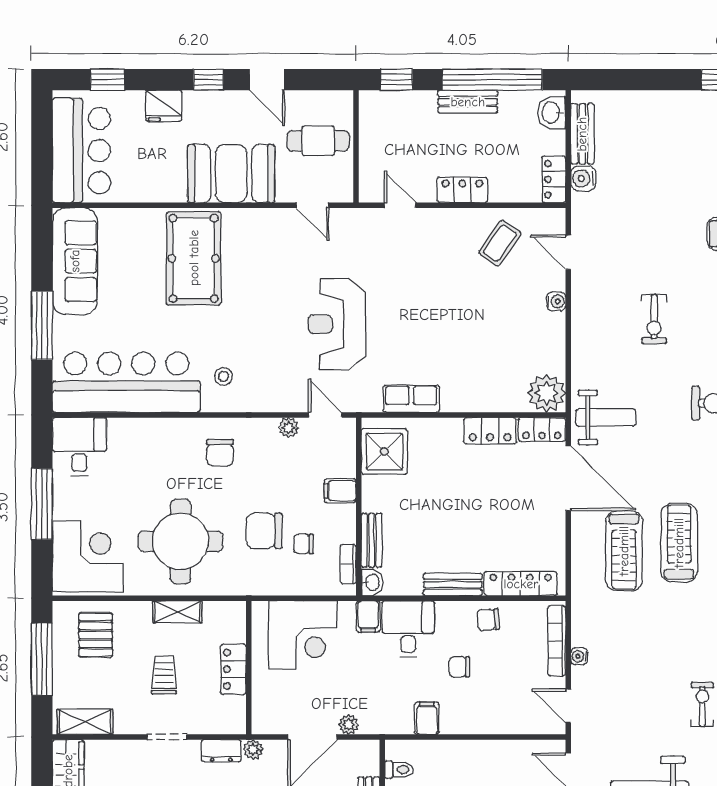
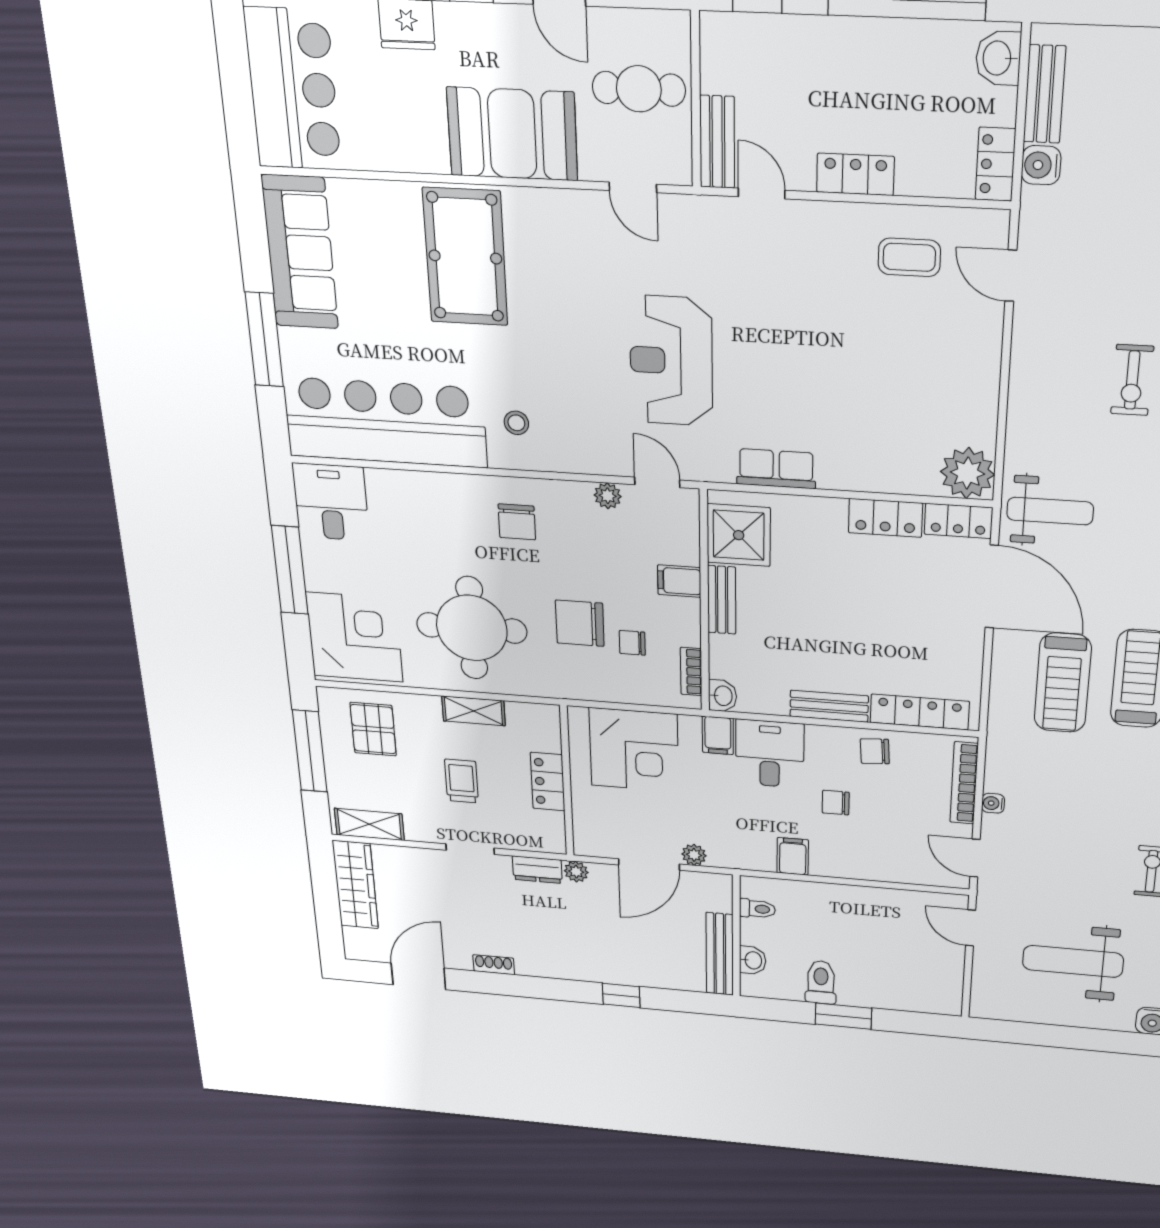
bench: (468, 102) -> (717, 142), moved, turned 90
coffee table: (500, 243) -> (909, 257), turned 55
water cooler: (556, 301) -> (989, 347), removed
bench: (372, 540) -> (722, 600), moved

